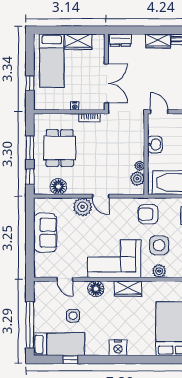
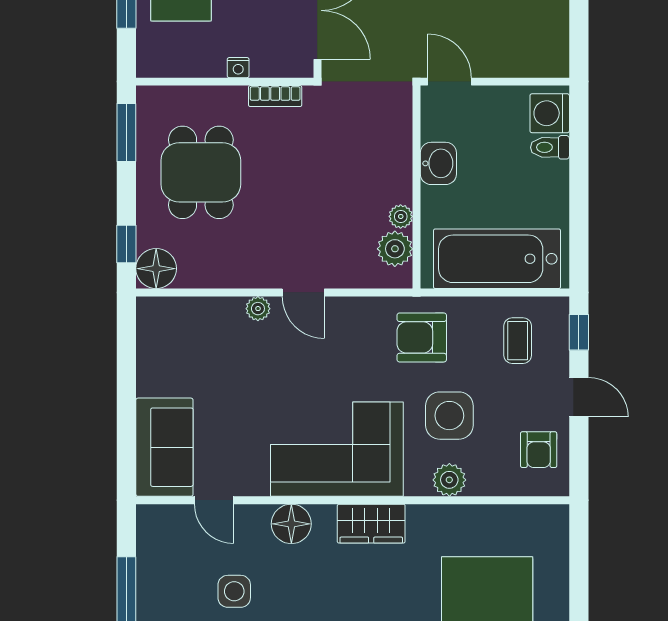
window: (30, 148) -> (126, 132), moved
floor lamp: (58, 187) -> (156, 269), moved
plant: (83, 207) -> (258, 309), width x0.53, depth x0.53
sofa: (45, 233) -> (164, 447), moved

